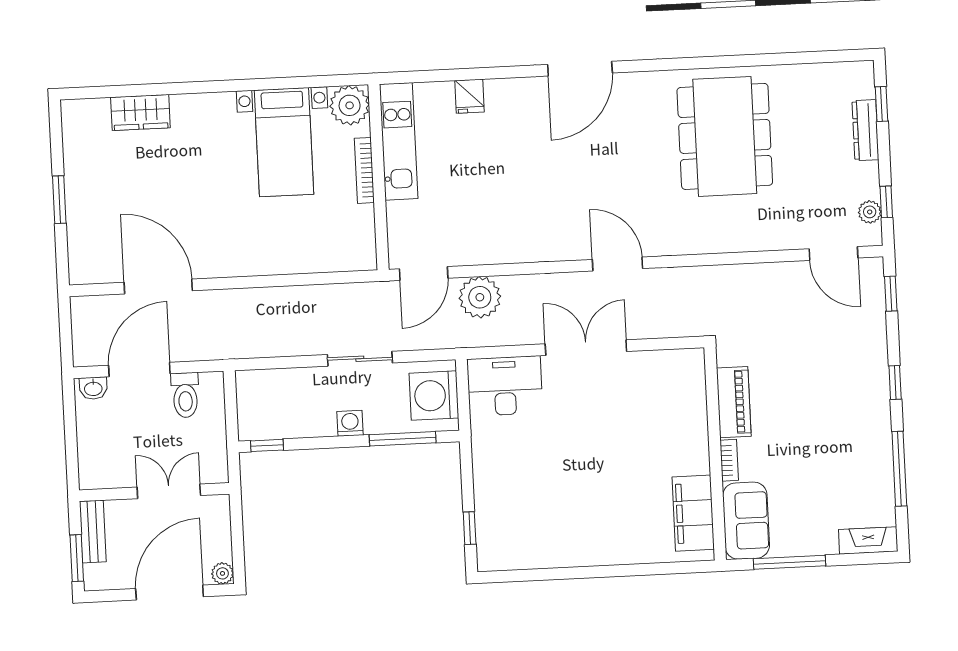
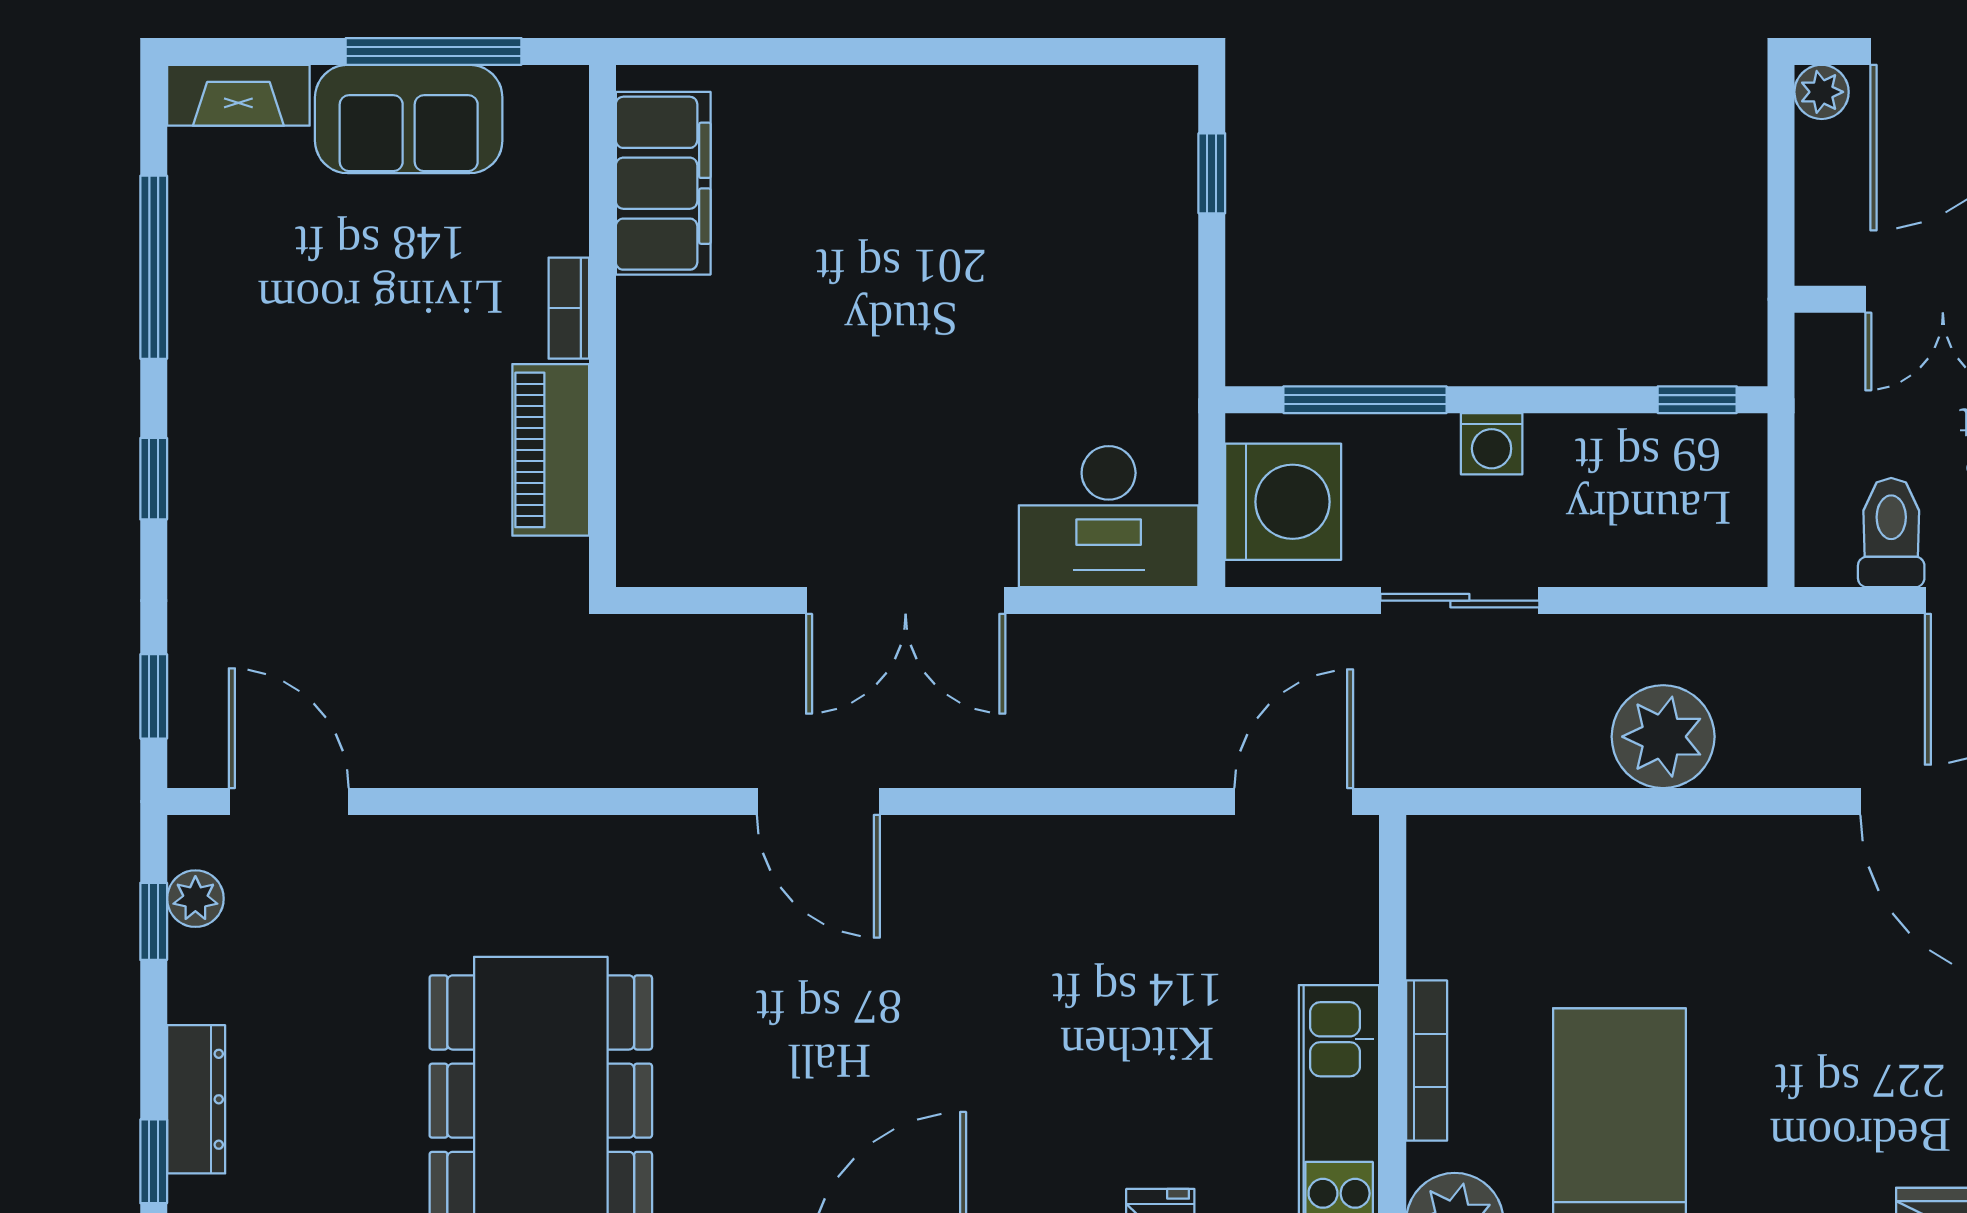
plant: (480, 297) -> (1663, 737), moved
sofa: (746, 521) -> (409, 119), moved, turned -90

